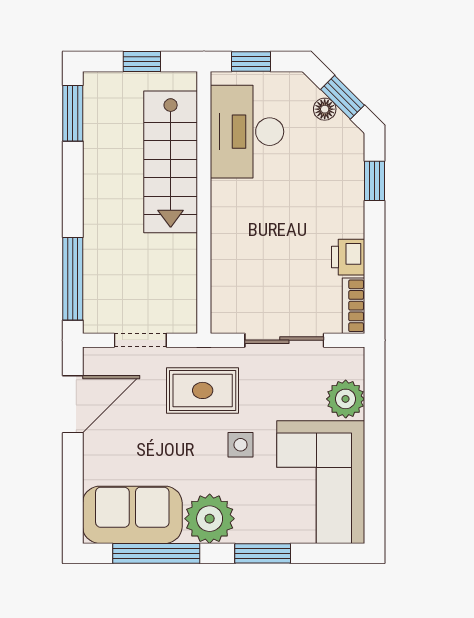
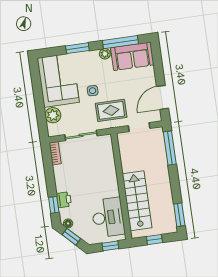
floor lamp: (325, 109) -> (68, 223), moved
printer: (348, 257) -> (64, 200), moved
plant: (210, 519) -> (105, 54), width x0.53, depth x0.53

